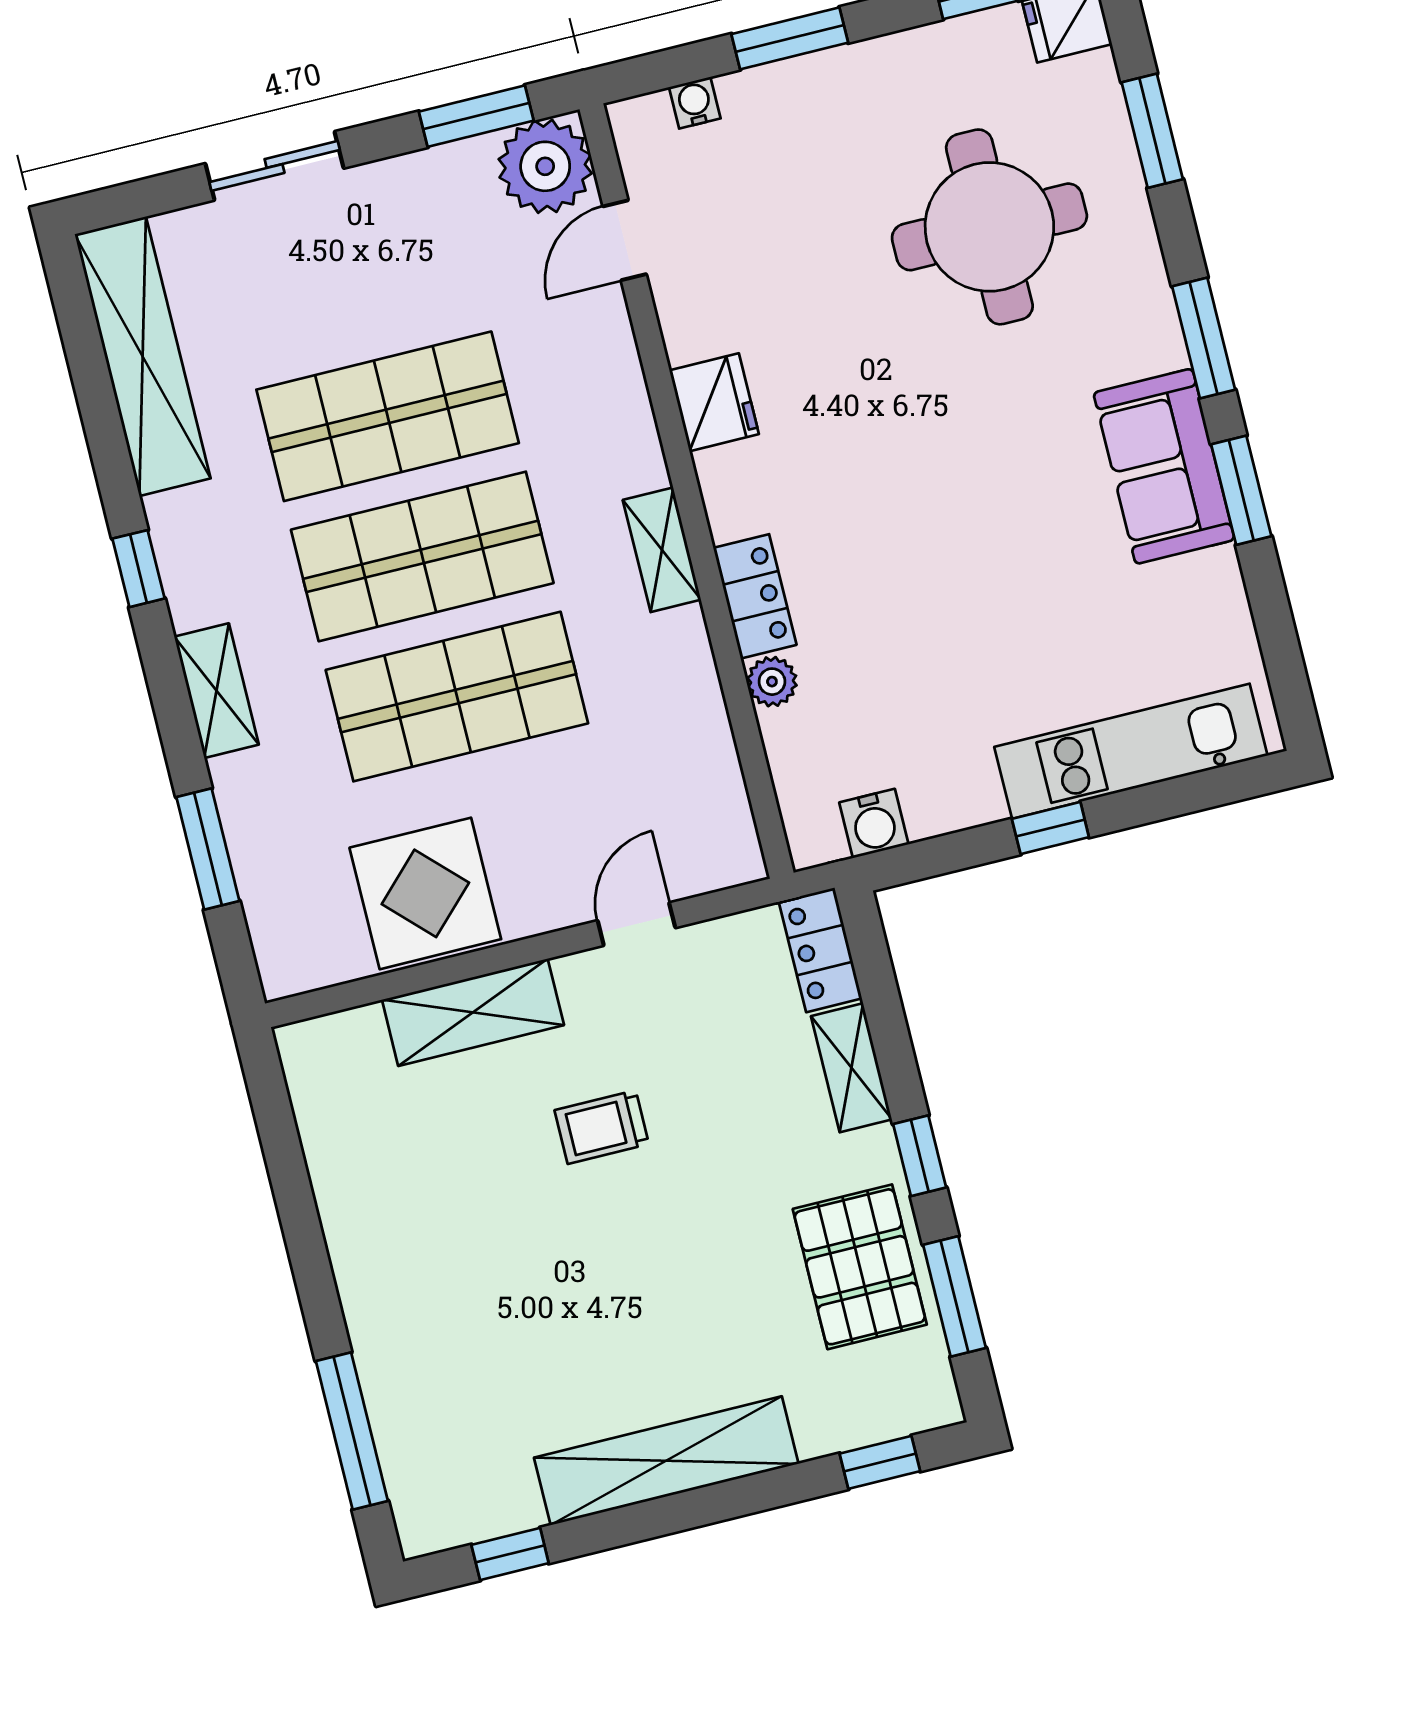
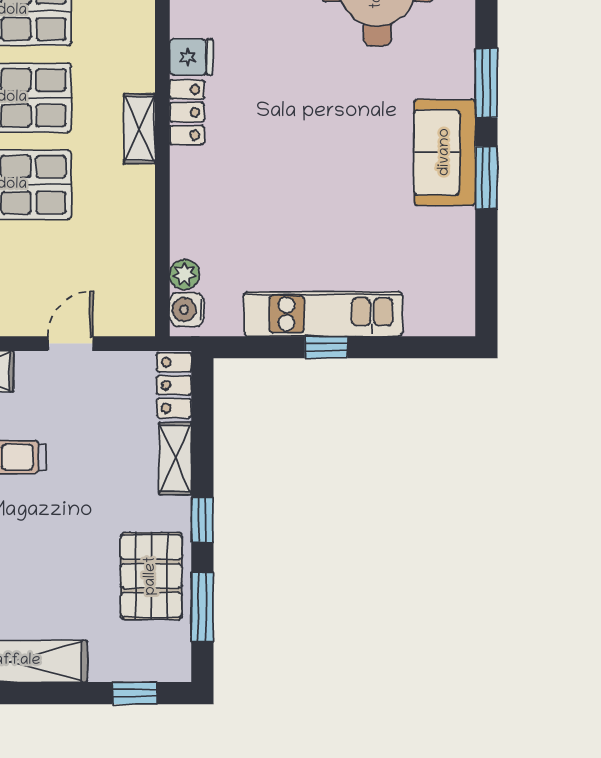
fridge: (714, 402) -> (191, 57), width x0.72
locker: (755, 596) -> (187, 112), moved
plant: (772, 682) -> (185, 274), moved
kitchen unit: (1131, 751) -> (323, 314), moved
water cooler: (874, 823) -> (187, 310), moved, turned 90

